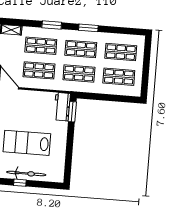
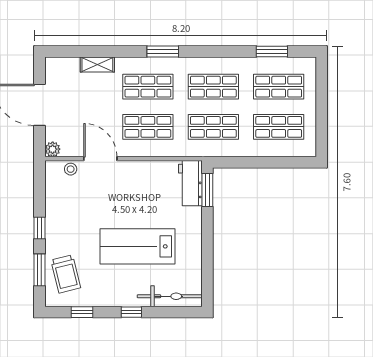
window: (88, 28) -> (272, 51), moved
bicycle: (26, 173) -> (170, 296), moved

